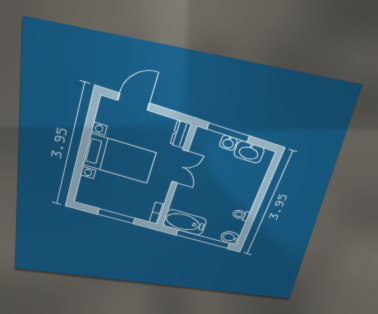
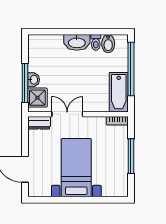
shower: (208, 141) -> (37, 98), added
washbasin: (249, 152) -> (77, 42), moved, turned 90
bidet: (230, 238) -> (108, 44), moved

